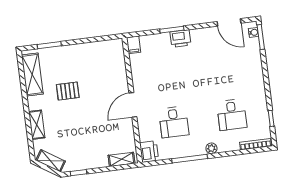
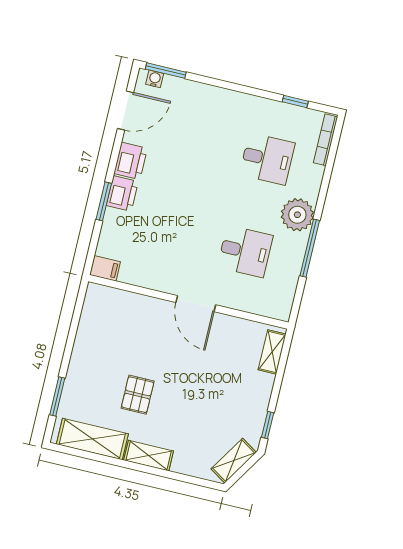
shelving: (37, 125) -> (149, 456), moved
plant: (211, 148) -> (297, 215), width x1.87, depth x1.87
printer: (149, 152) -> (131, 161), moved, turned 90

